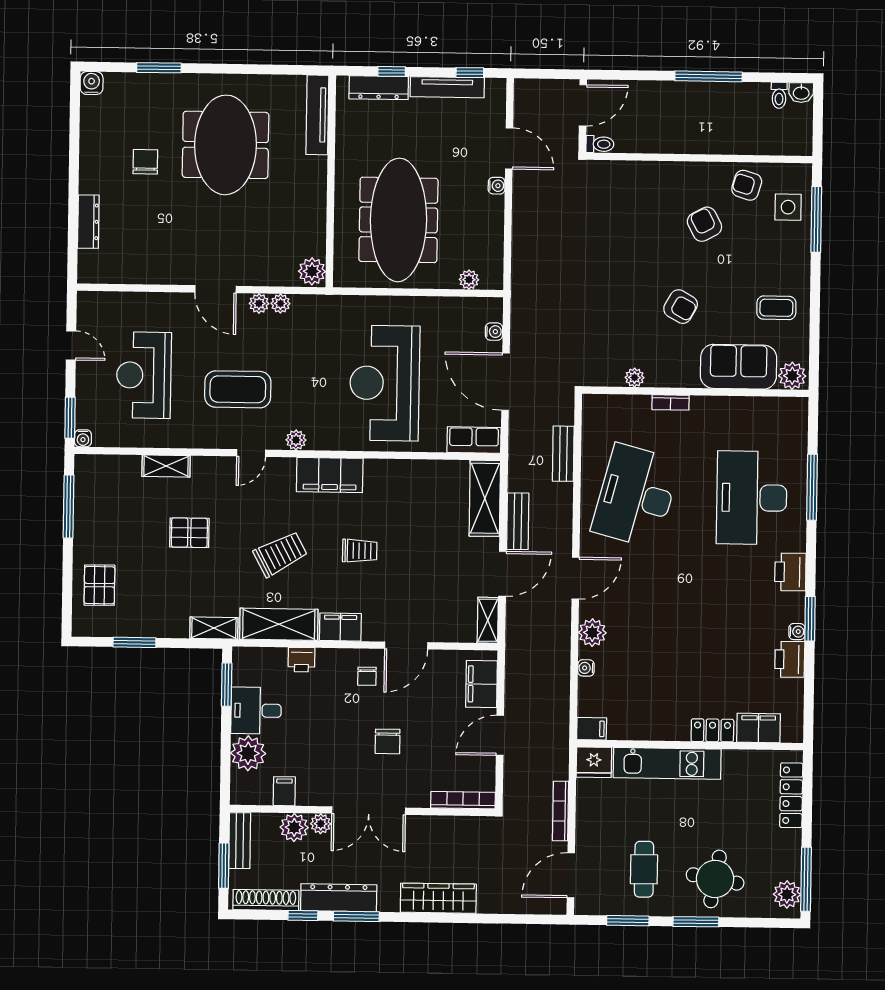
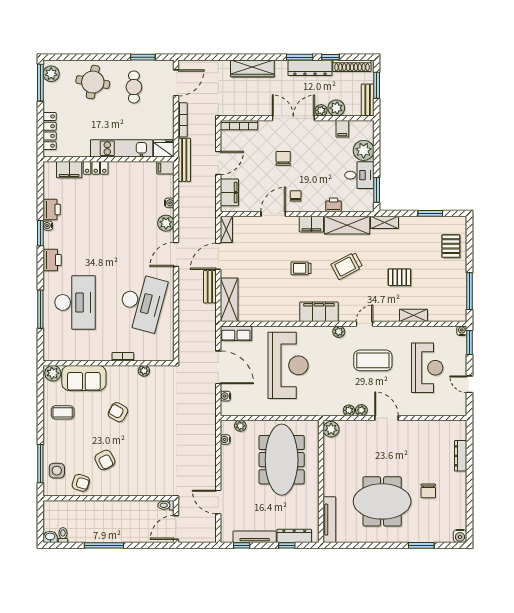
meeting table: (226, 145) -> (382, 501), turned 90
water cooler: (497, 186) -> (225, 439), moved
bench: (563, 454) -> (184, 160), moved, width x1.36
window: (696, 922) -> (103, 57), removed

